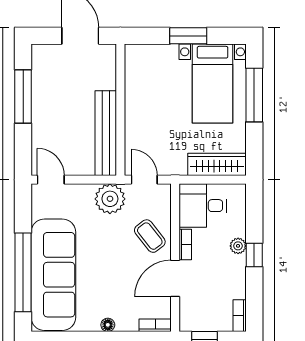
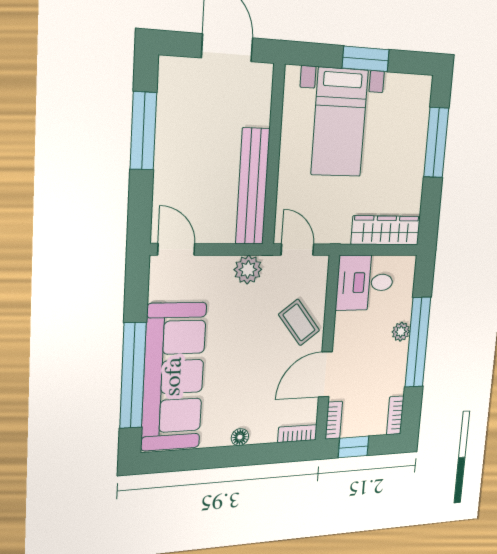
bed with nightstands: (213, 84) -> (340, 122), moved
plant: (110, 199) -> (248, 270), width x0.73, depth x0.73
bookcase: (185, 244) -> (334, 420), moved
window: (254, 255) -> (418, 342), width x3.17

